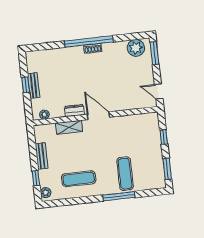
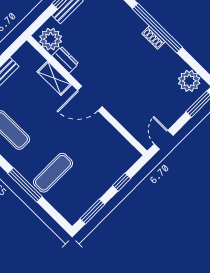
dresser: (74, 111) -> (65, 60), moved
plant: (44, 115) -> (51, 39), width x1.87, depth x1.87
door: (98, 116) -> (90, 98), swing flipped

